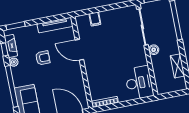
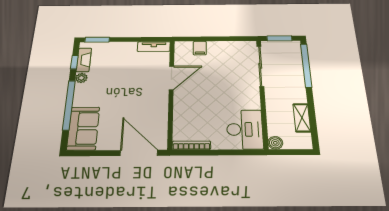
tv unit: (55, 25) -> (154, 47), width x0.71
door: (79, 50) -> (171, 78), swing flipped
boiler: (154, 50) -> (275, 143), moved
armchair: (43, 58) -> (121, 79), removed

